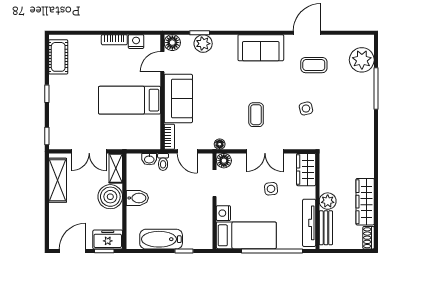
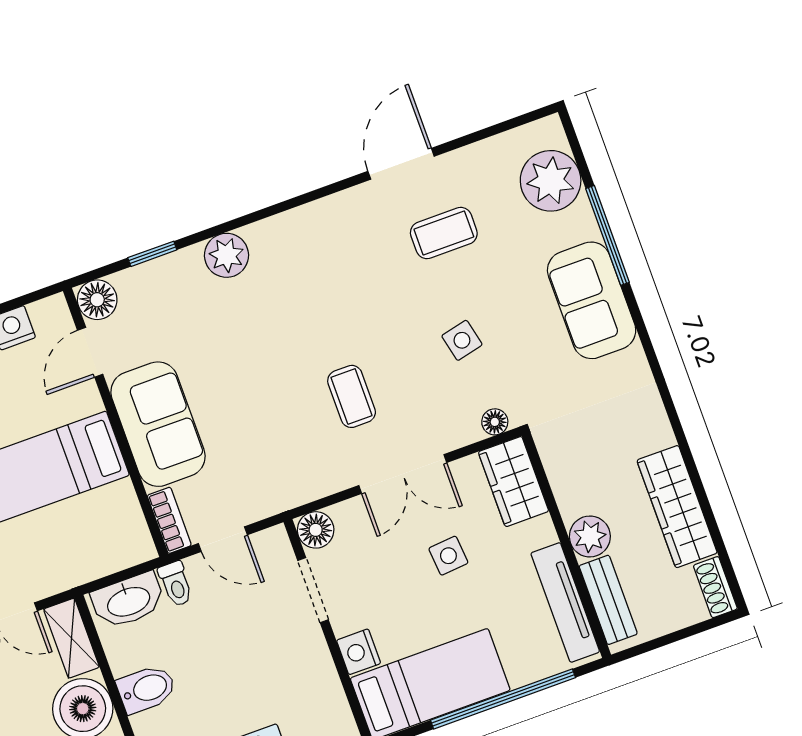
plant: (203, 44) -> (227, 255), moved
sofa: (261, 48) -> (592, 300), moved, turned 90
floor lamp: (220, 144) -> (495, 422), moved
washbasin: (149, 159) -> (128, 601), width x1.91, depth x1.45

